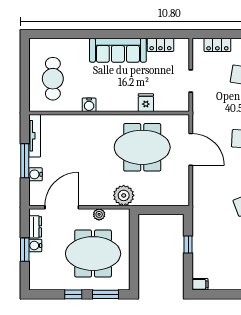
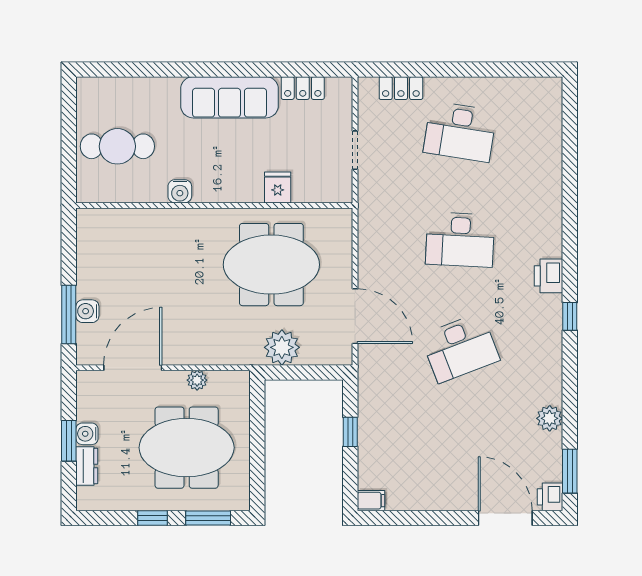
cafe table: (53, 79) -> (117, 146), turned 90
tv unit: (35, 136) -> (86, 245), removed
door: (191, 149) -> (355, 316), moved
window: (25, 161) -> (69, 315), moved
plant: (124, 195) -> (282, 347), moved
dresser: (35, 227) -> (87, 466), moved

